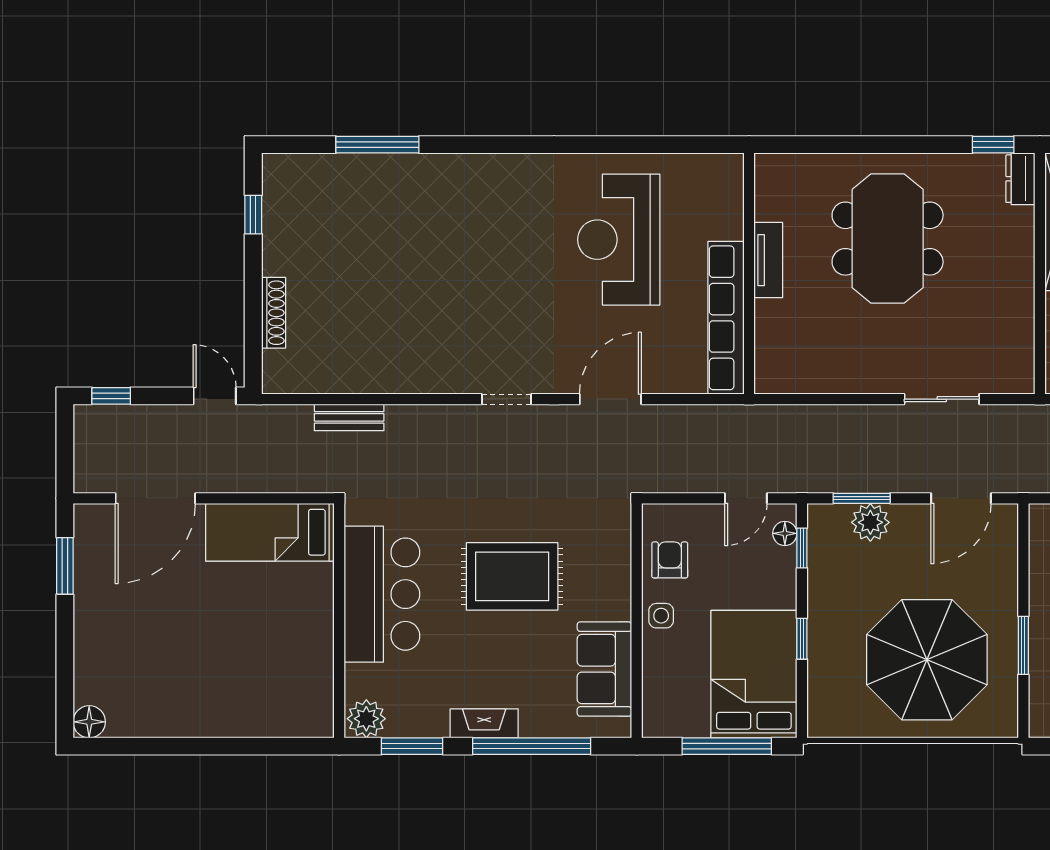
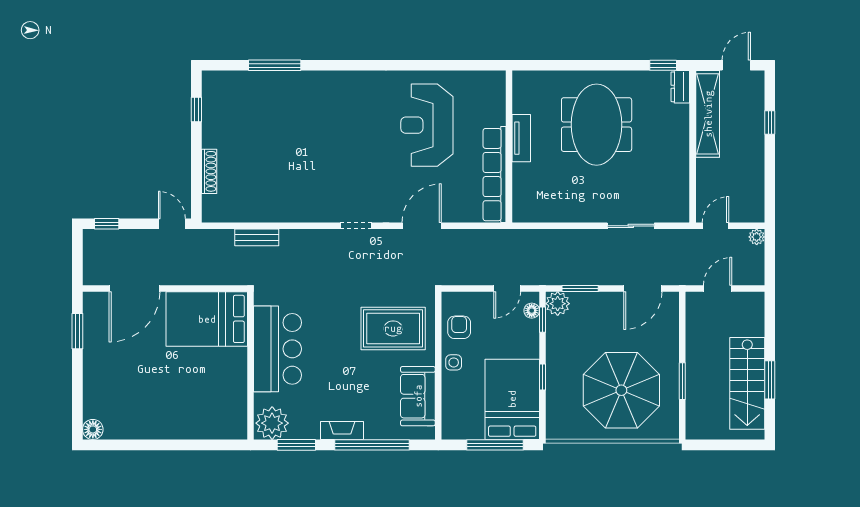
plant: (870, 522) -> (558, 304), moved
bed: (270, 532) -> (207, 319), width x1.50
rug: (512, 576) -> (393, 328), moved
plant: (366, 719) -> (272, 423), width x1.36, depth x1.36

